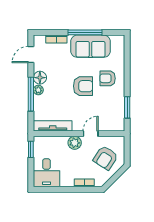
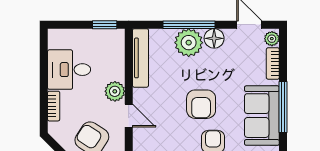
plant: (40, 40) -> (272, 39), added
plant: (38, 90) -> (189, 43), width x1.88, depth x1.88
desk: (46, 173) -> (69, 70), moved

